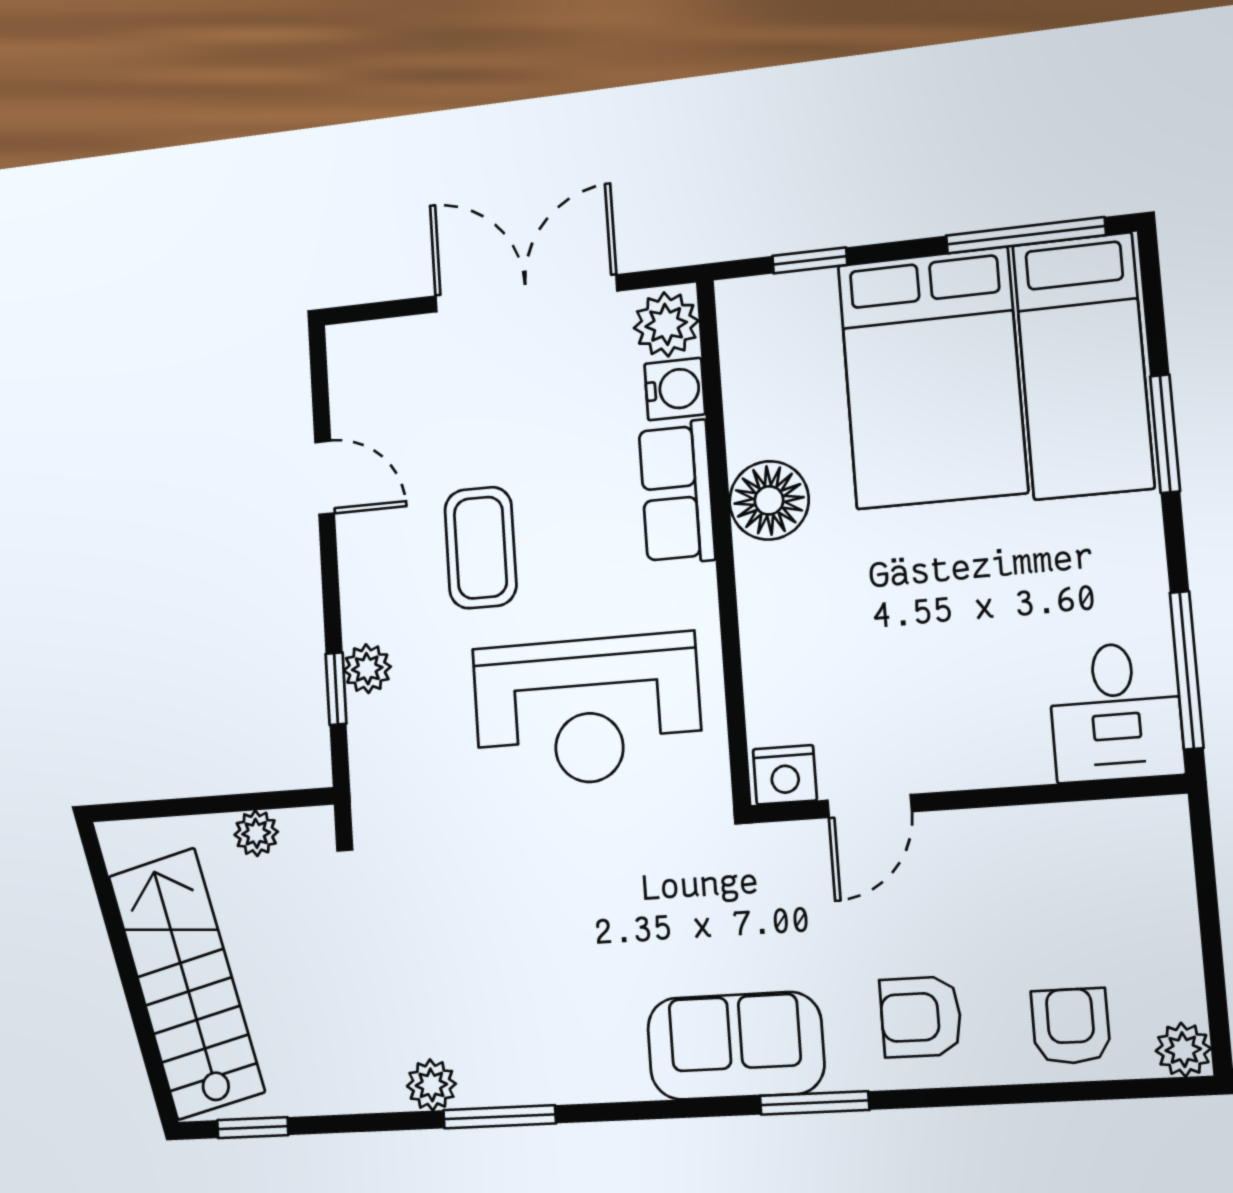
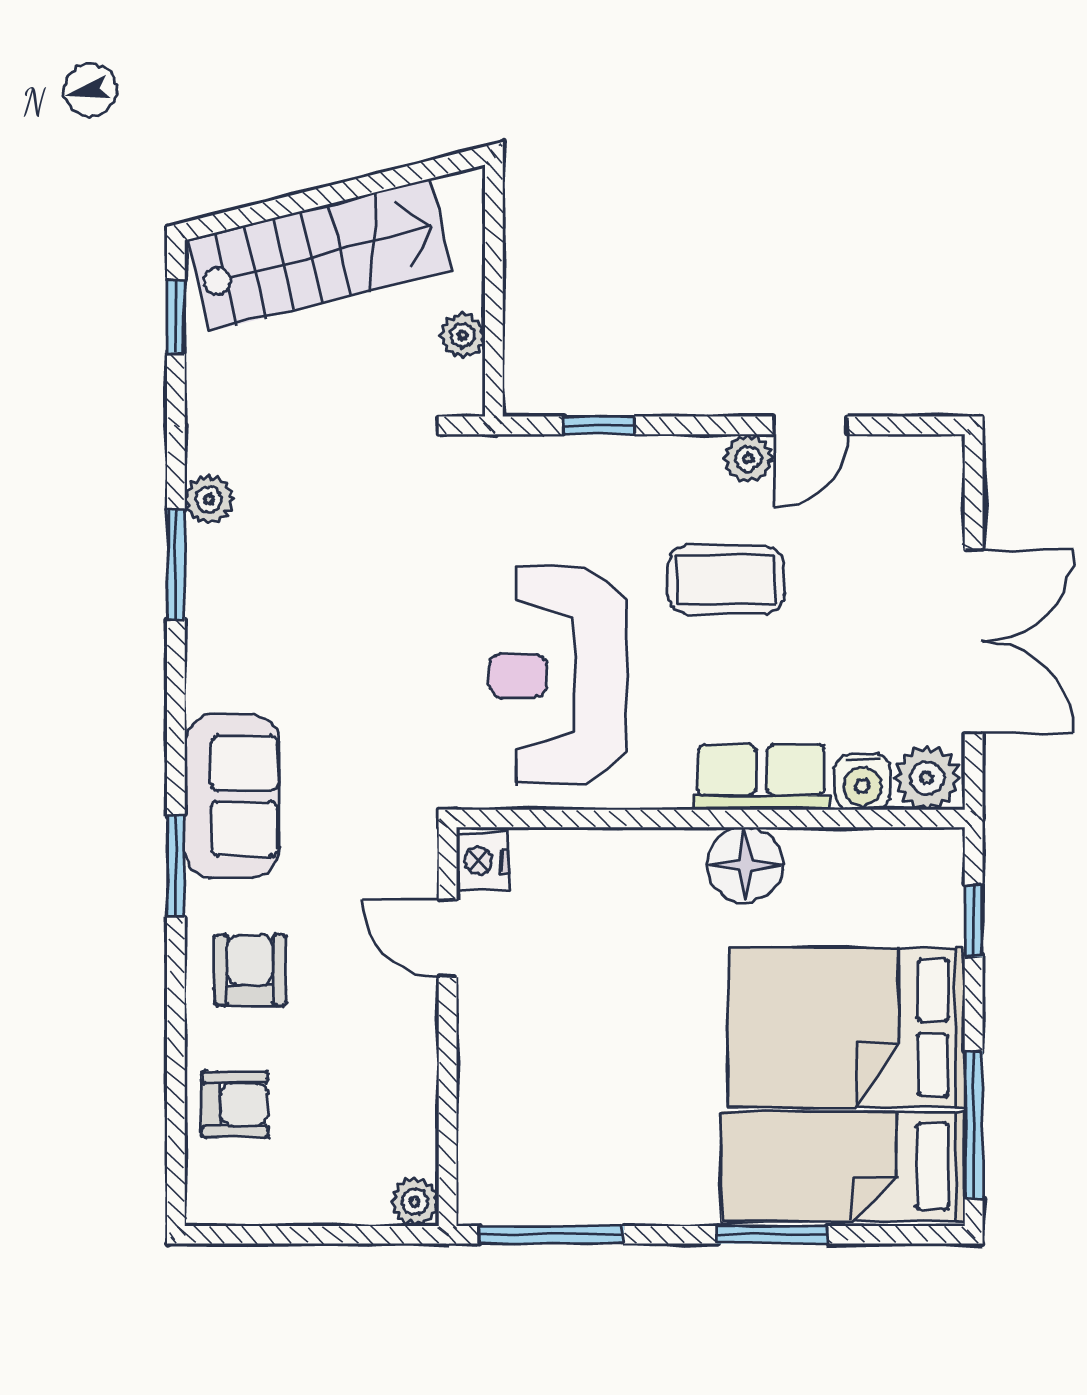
plant: (367, 669) -> (748, 458), moved
desk: (1116, 712) -> (518, 1169), removed
plant: (1183, 1050) -> (415, 1202), moved

